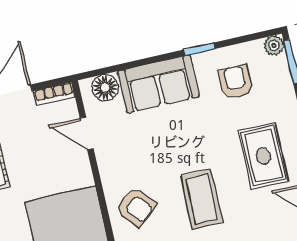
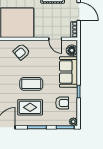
door: (87, 133) -> (55, 39), swing flipped
coffee table: (202, 199) -> (31, 84), moved

